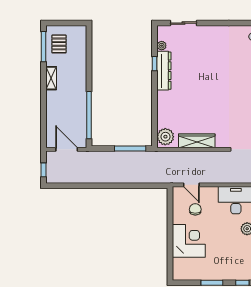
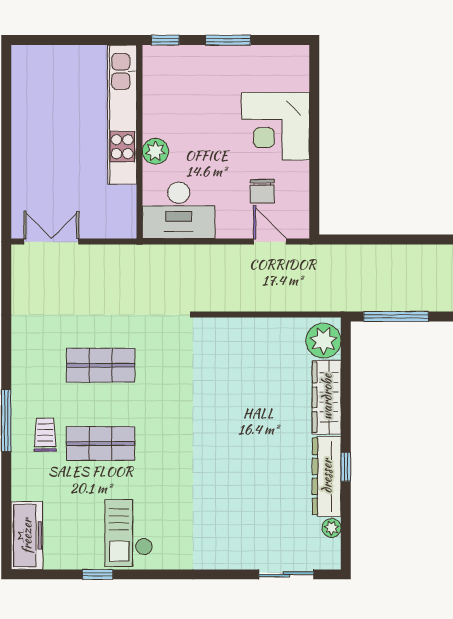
window: (155, 64) -> (346, 467), moved
wardrobe: (197, 141) -> (327, 397), moved, turned 90

